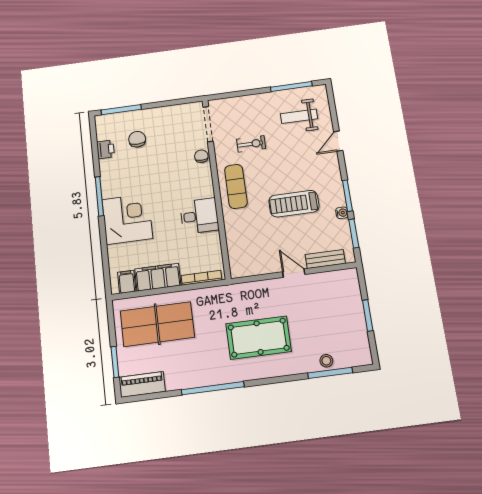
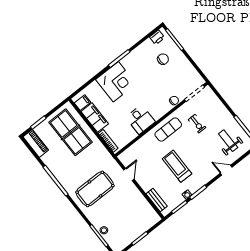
printer: (106, 149) -> (157, 37), moved
door: (294, 273) -> (129, 175), moved
pool table: (259, 338) -> (95, 189), turned 90

